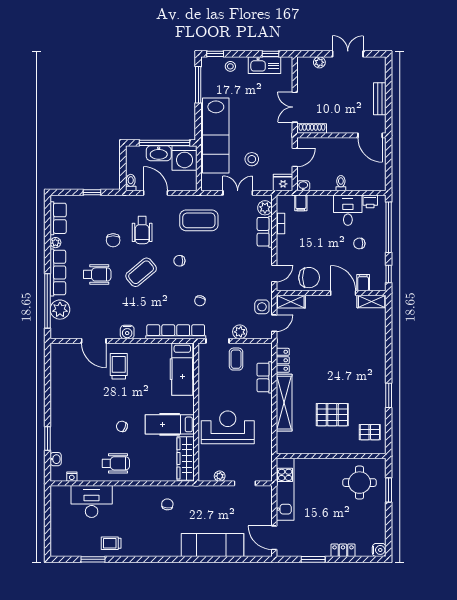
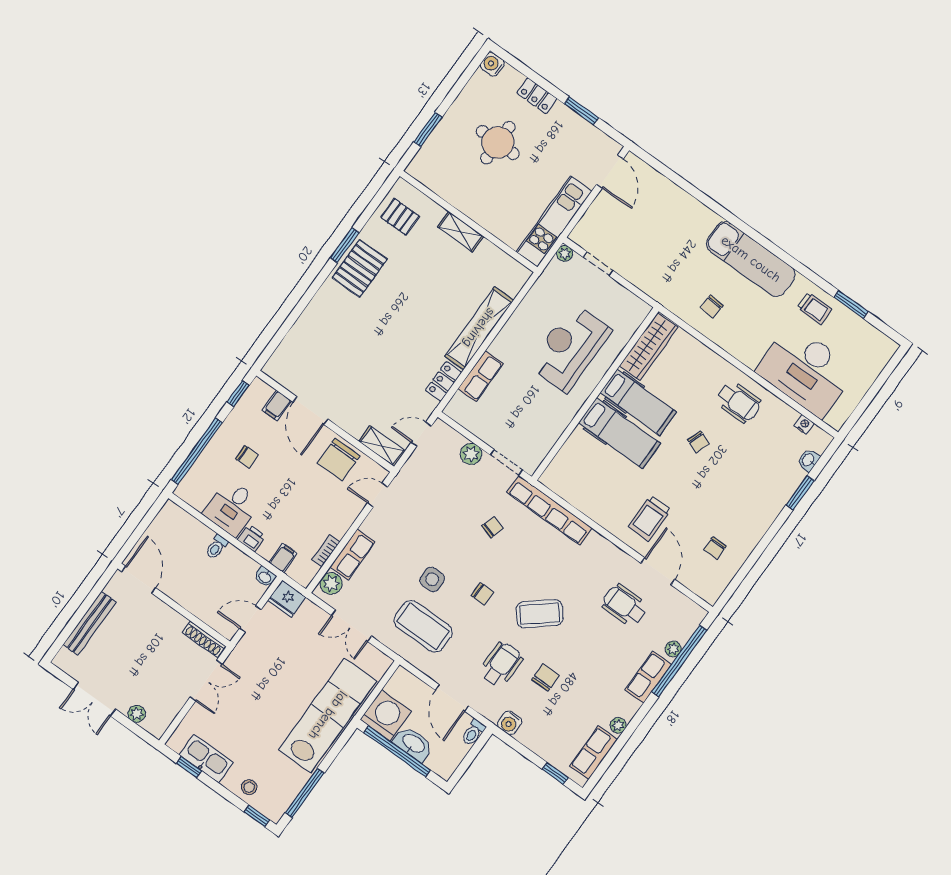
bench: (380, 99) -> (90, 623), width x1.36
stool: (252, 159) -> (305, 655), removed
window: (92, 192) -> (555, 773), moved
printer: (370, 201) -> (251, 538), moved
row of seats: (58, 273) -> (648, 677), width x0.68
wheelchair: (97, 274) -> (625, 605), moved
chair: (309, 278) -> (339, 459), turned -90
shelving: (372, 301) -> (461, 232), moved
side table: (262, 307) -> (432, 579), moved
plant: (60, 310) -> (673, 649), width x0.53, depth x0.53
water cooler: (127, 332) -> (510, 723), moved, turned 180
coffee table: (236, 359) -> (500, 424), removed
hospital bed: (182, 369) -> (619, 433), moved, turned 90
chair: (72, 375) -> (715, 548), added
pallet: (332, 415) -> (360, 268), moved, turned 90
reception desk: (228, 427) -> (570, 348), turned 90
wheelchair: (116, 463) -> (738, 402), turned 180
plant: (220, 476) -> (565, 253), moved
round table: (360, 483) -> (498, 143), moved
desk: (92, 502) -> (806, 371), width x1.36, depth x1.30
exam couch: (213, 545) -> (751, 259), moved

